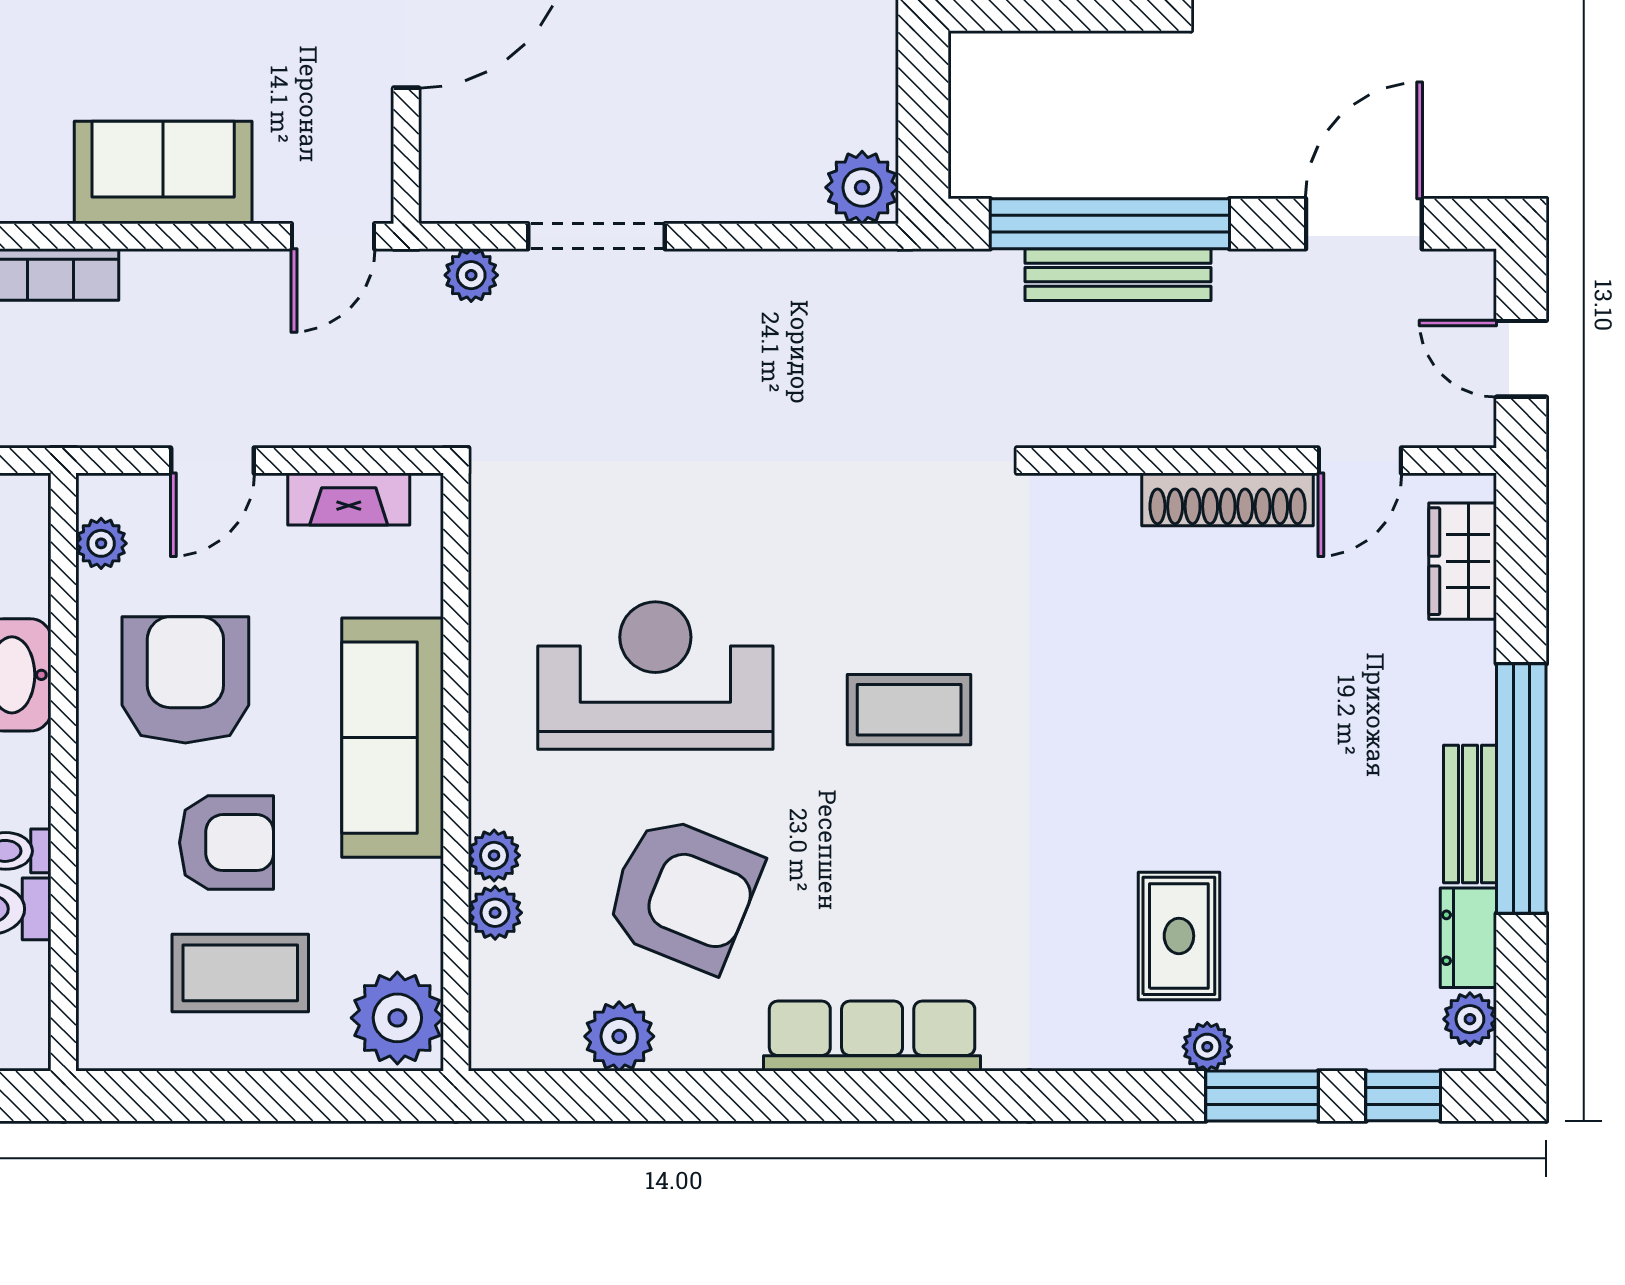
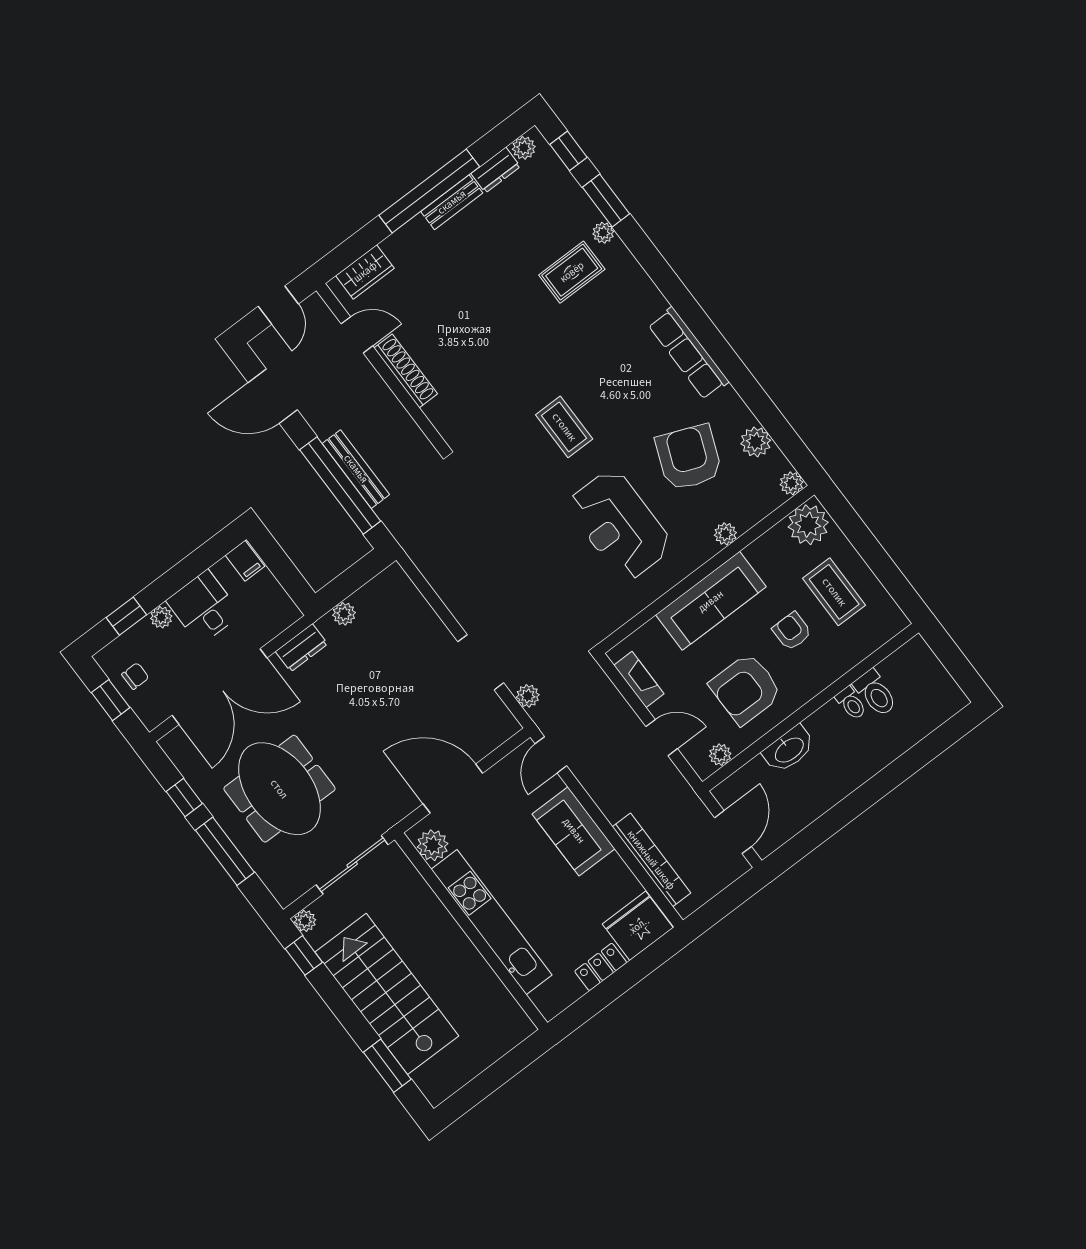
plant: (862, 187) -> (344, 614), moved, width x0.73, depth x0.73
door: (333, 236) -> (551, 755), swing flipped
armchair: (227, 843) -> (792, 631), width x0.72, depth x0.72
plant: (495, 913) -> (792, 483), moved

